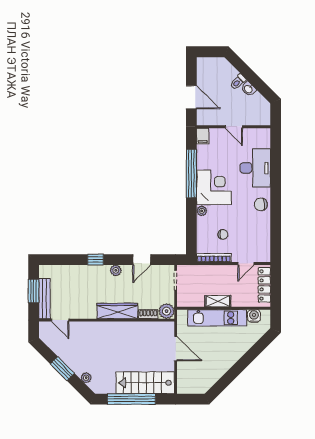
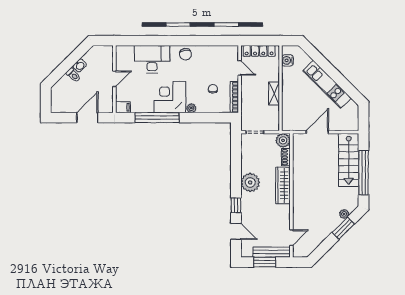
door: (142, 260) -> (236, 231), moved
plant: (116, 270) -> (250, 182), width x1.88, depth x1.88
kitchen unit: (217, 318) -> (327, 84), moved, turned 135
window: (62, 369) -> (343, 228), moved

